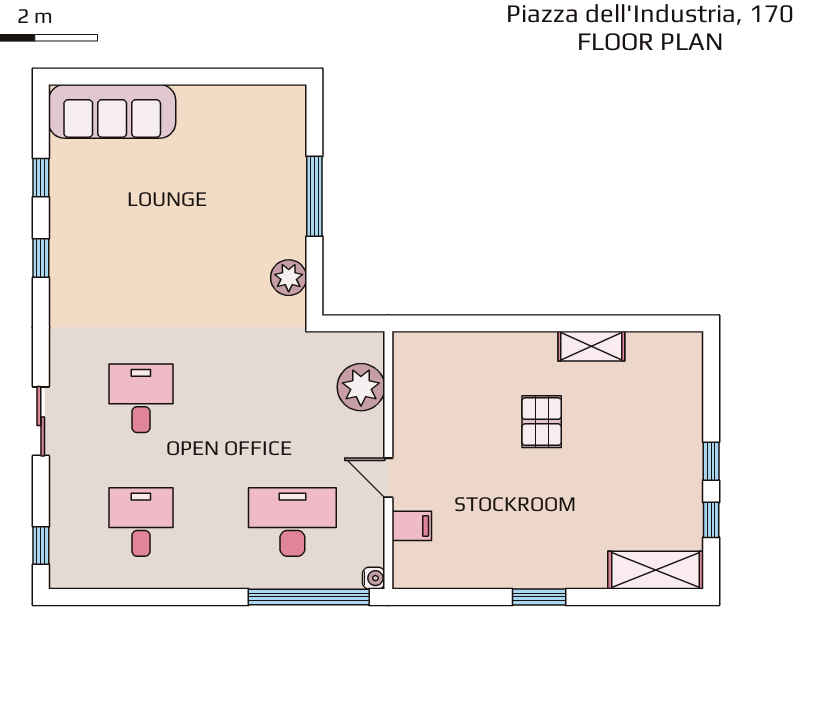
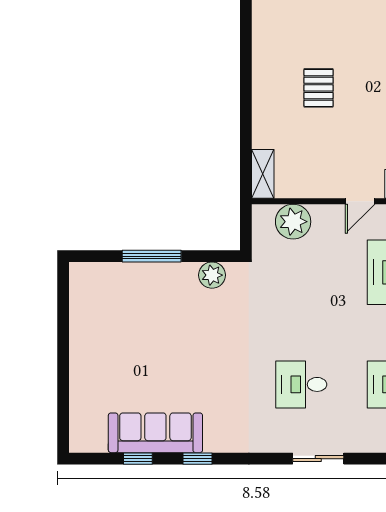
sofa: (112, 111) -> (155, 433), moved, turned -90
shelving: (591, 346) -> (263, 174), moved
pallet: (542, 422) -> (319, 88), turned 90

